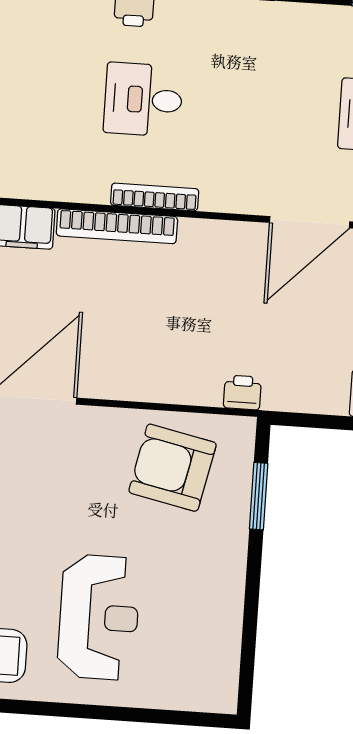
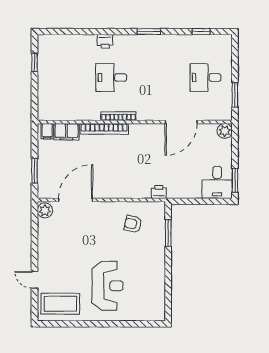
armchair: (173, 468) -> (133, 224), width x0.53, depth x0.53

